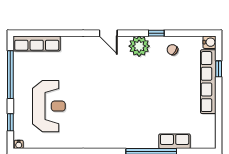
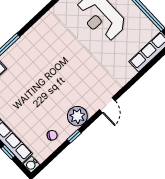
door: (108, 33) -> (107, 105), swing flipped

